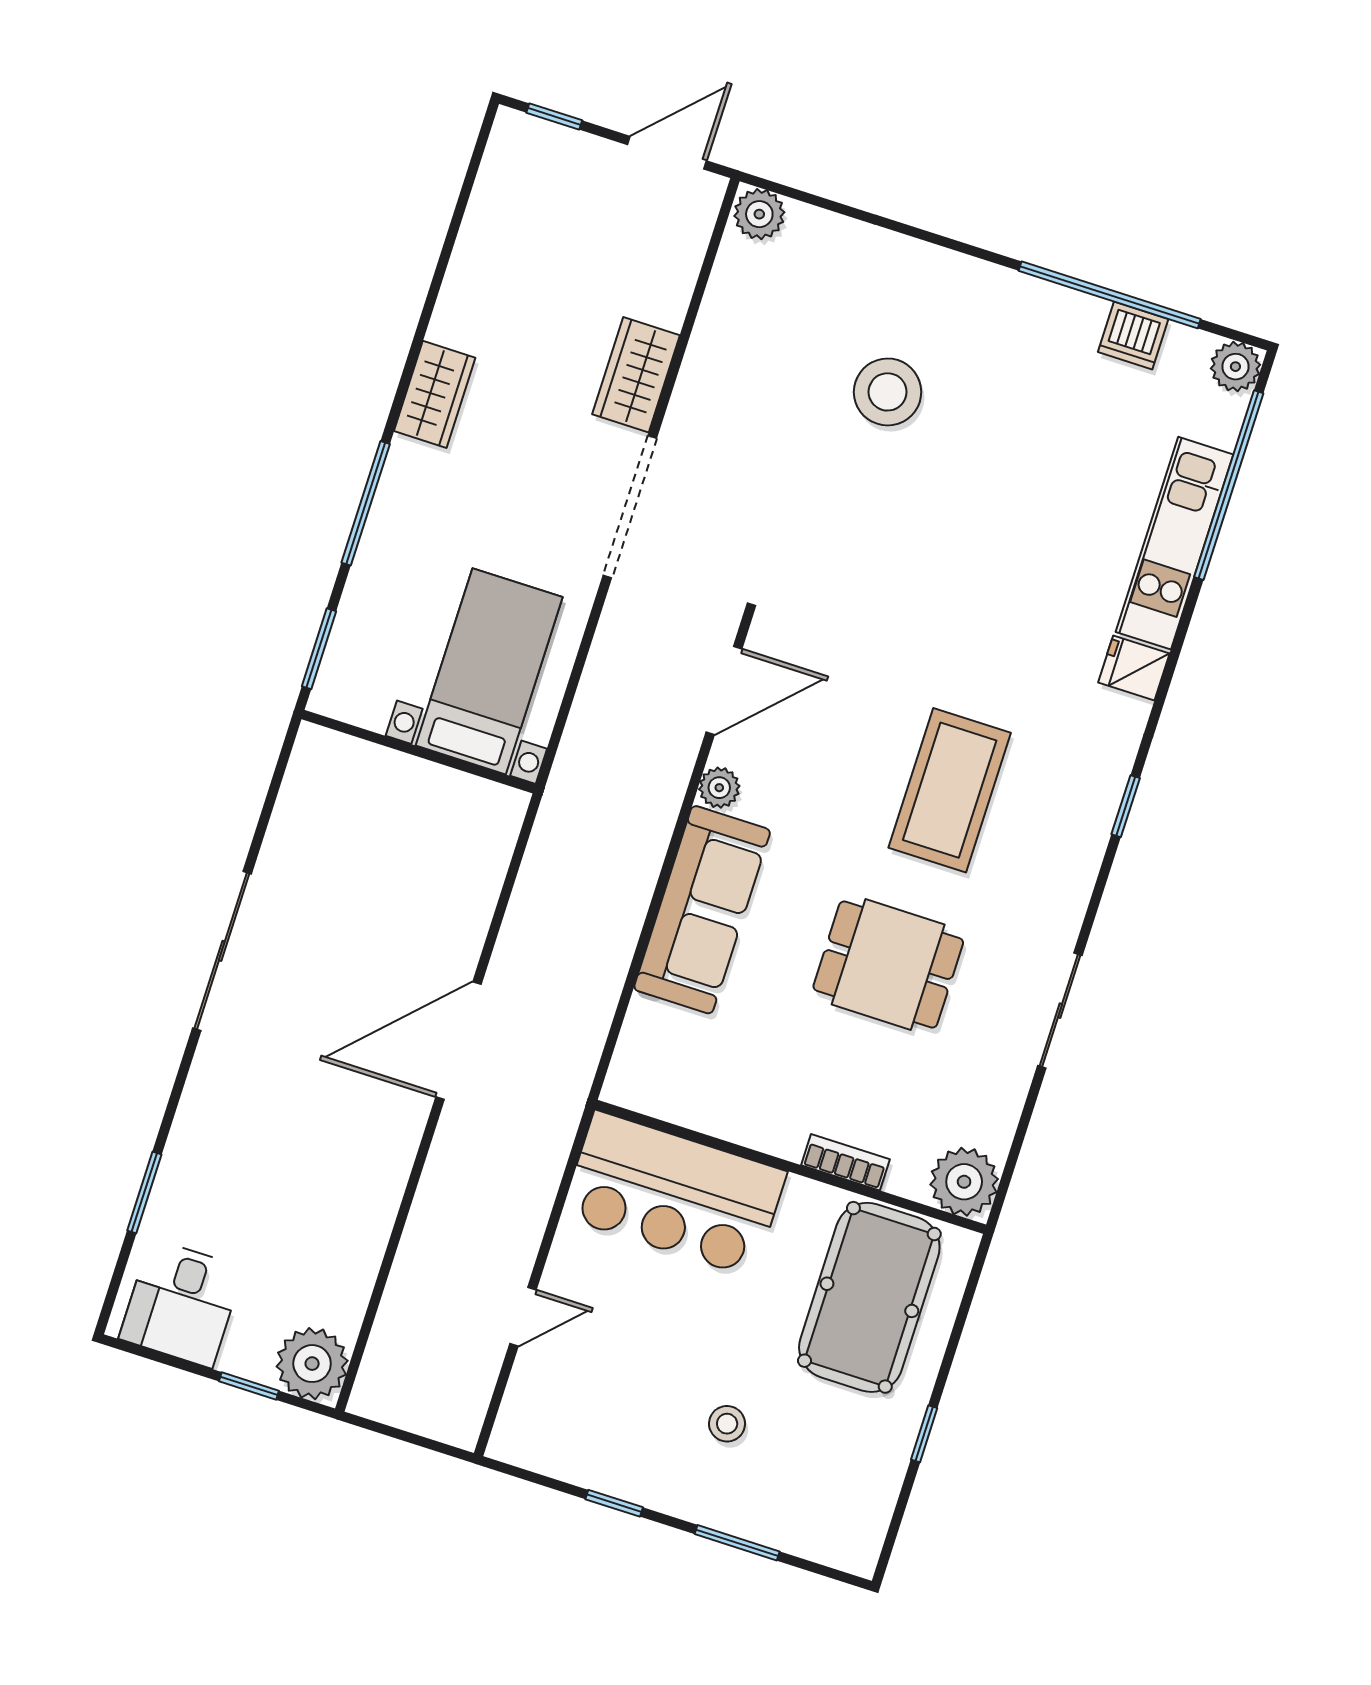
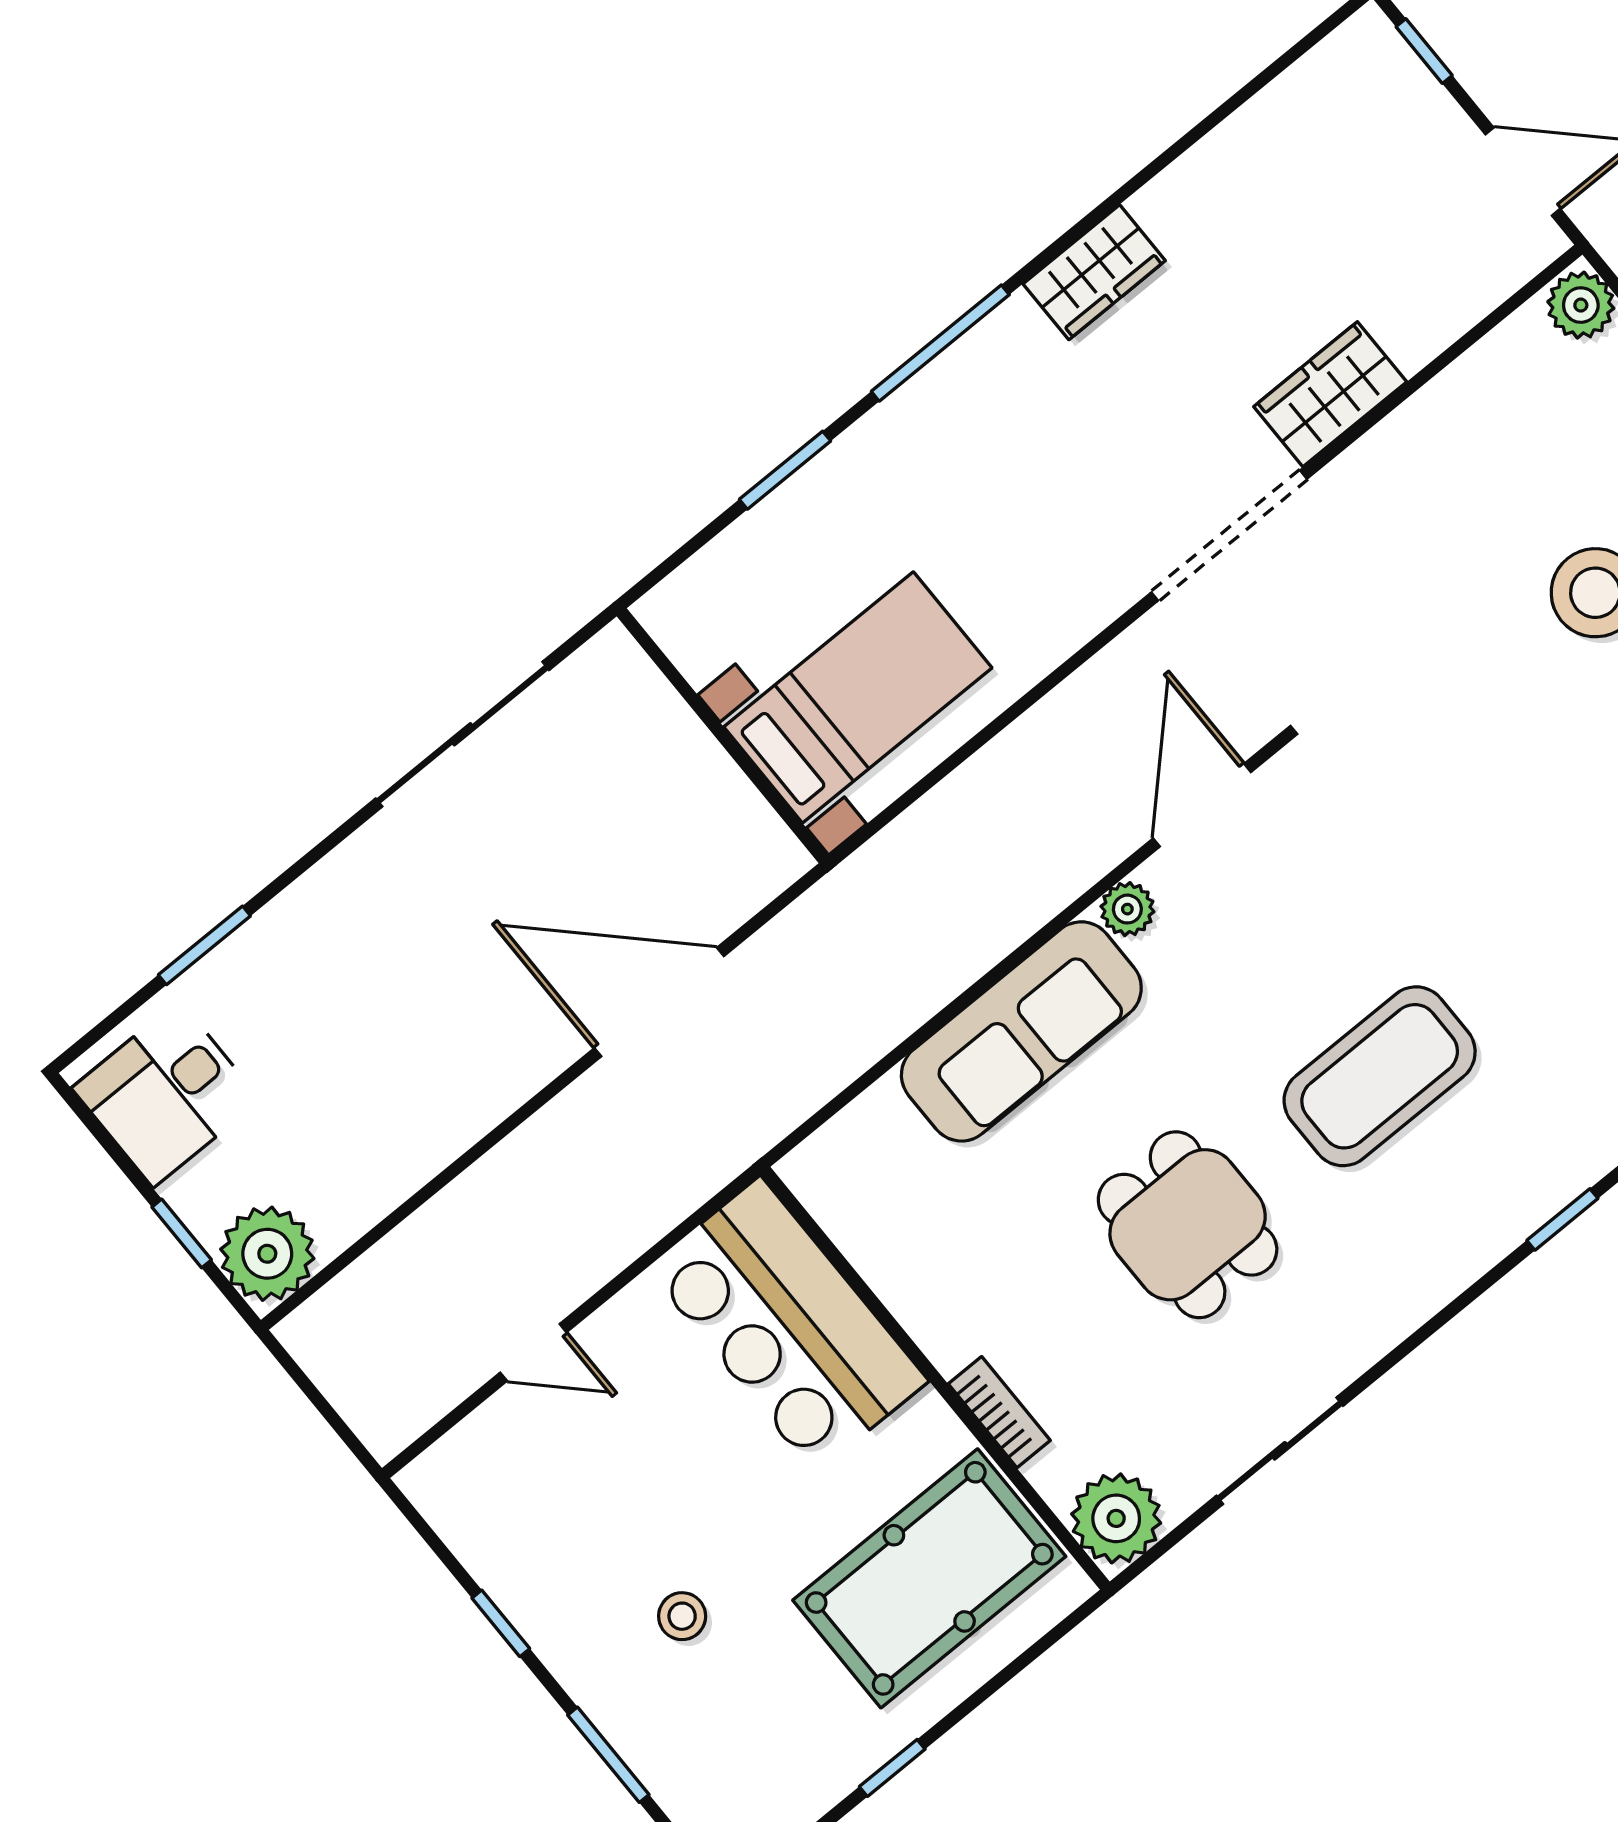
bed with nightstands: (489, 671) -> (858, 697), moved
door: (724, 690) -> (1202, 805), swing flipped
wall: (419, 752) -> (723, 736), moved
sliding door: (1060, 1011) -> (1280, 1451), moved

